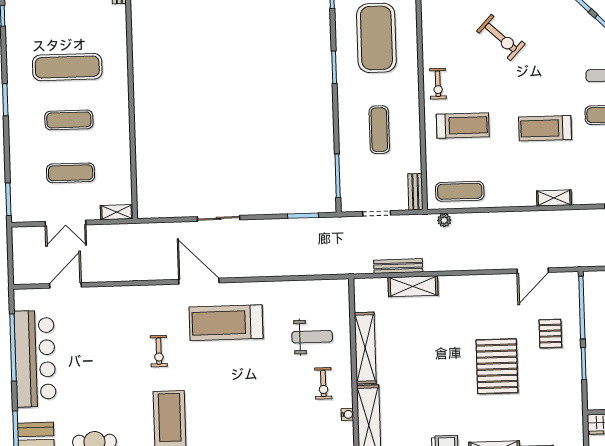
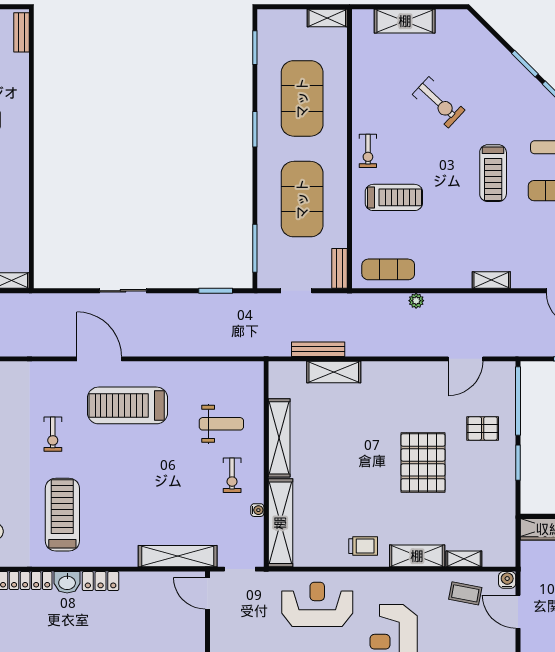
treadmill: (545, 128) -> (493, 173), moved, turned -90
exercise mat: (379, 130) -> (302, 199), width x2.00, depth x1.45
plant: (444, 220) -> (416, 301), moved
pallet: (550, 334) -> (483, 428), turned 90

